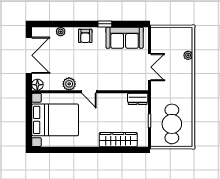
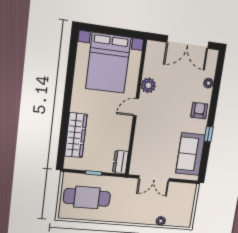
armchair: (85, 36) -> (199, 111), turned 90
floor lamp: (37, 85) -> (153, 48), removed

